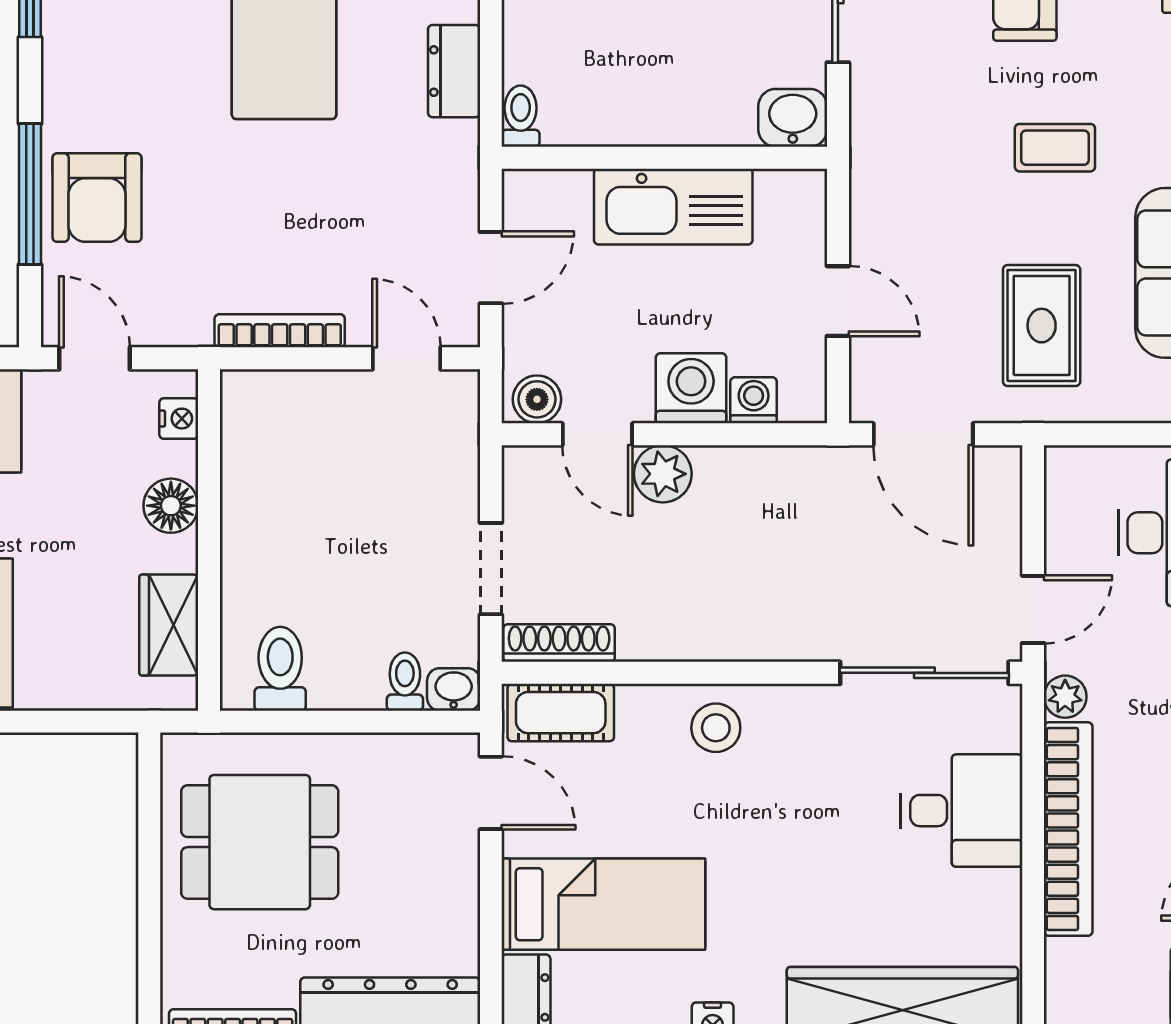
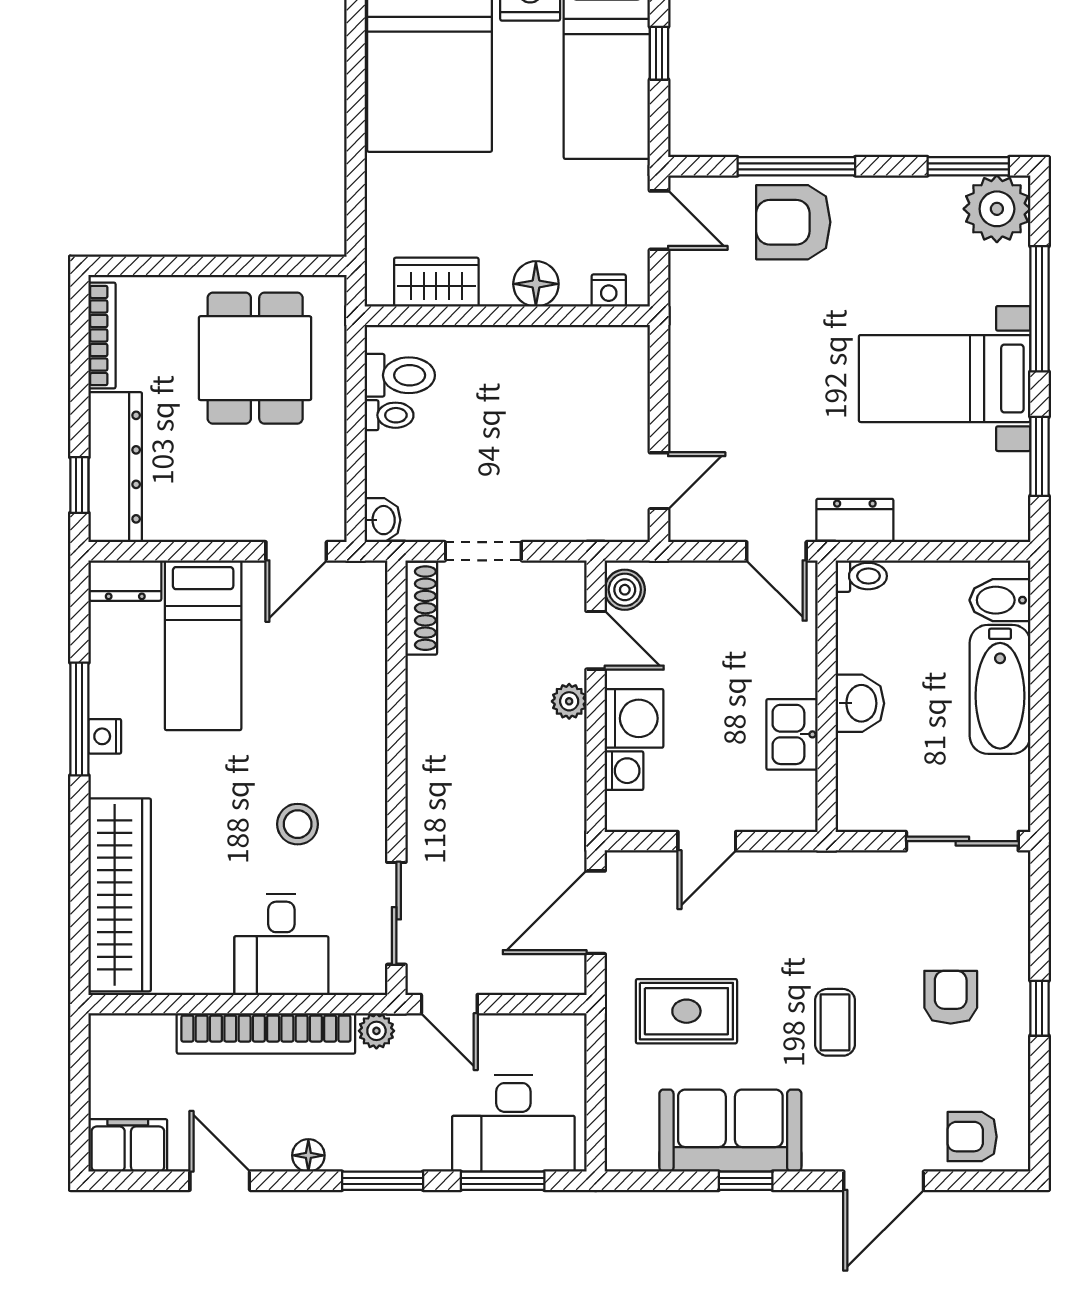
dresser: (454, 71) -> (855, 520), moved
washbasin: (793, 118) -> (860, 703), moved
kitchen sink: (673, 207) -> (792, 734), width x0.53, depth x0.81
door: (491, 268) -> (776, 551), moved
bookcase: (280, 331) -> (682, 375), removed
door: (94, 358) -> (659, 220), hinge flipped
door: (597, 434) -> (596, 640), swing flipped
plant: (663, 474) -> (569, 701), width x0.73, depth x0.73
sliding door: (924, 673) -> (396, 913), width x0.73
toilet: (405, 682) -> (389, 415), moved
cot: (561, 713) -> (363, 610), removed
stool: (716, 728) -> (298, 824), moved

